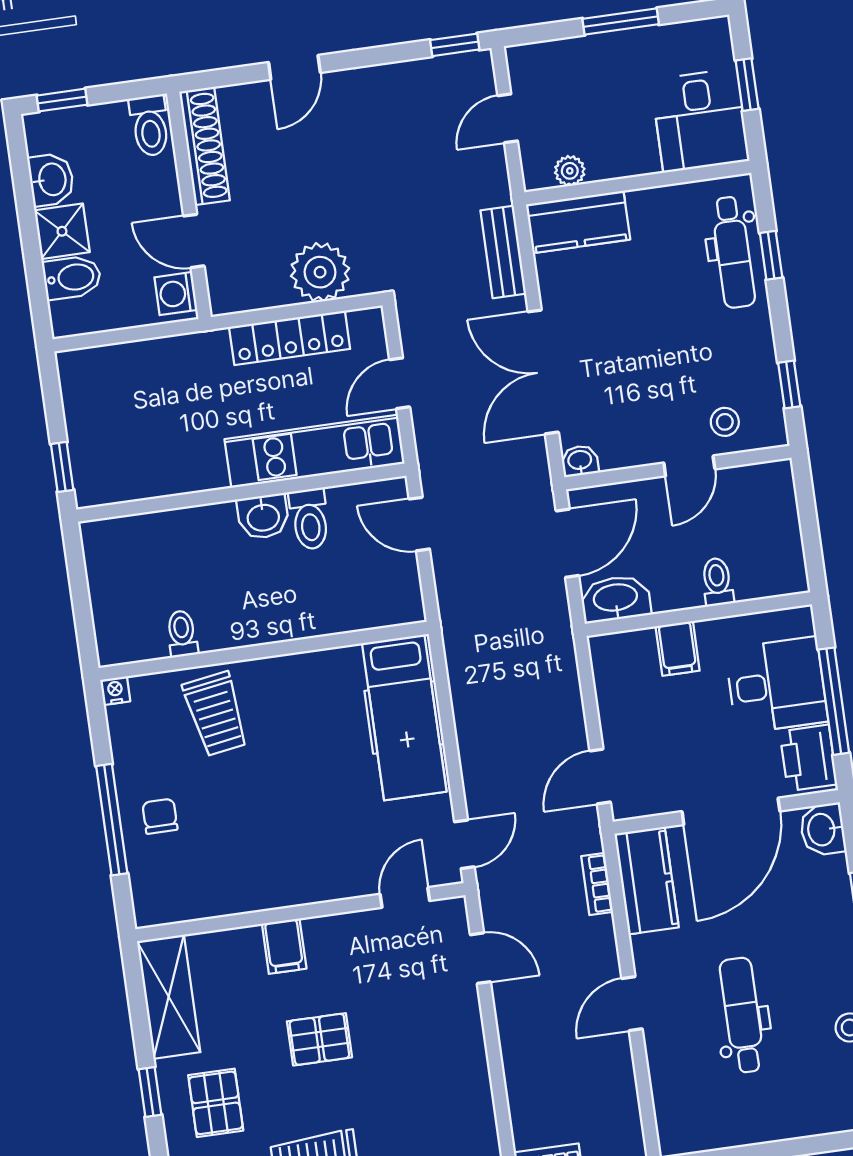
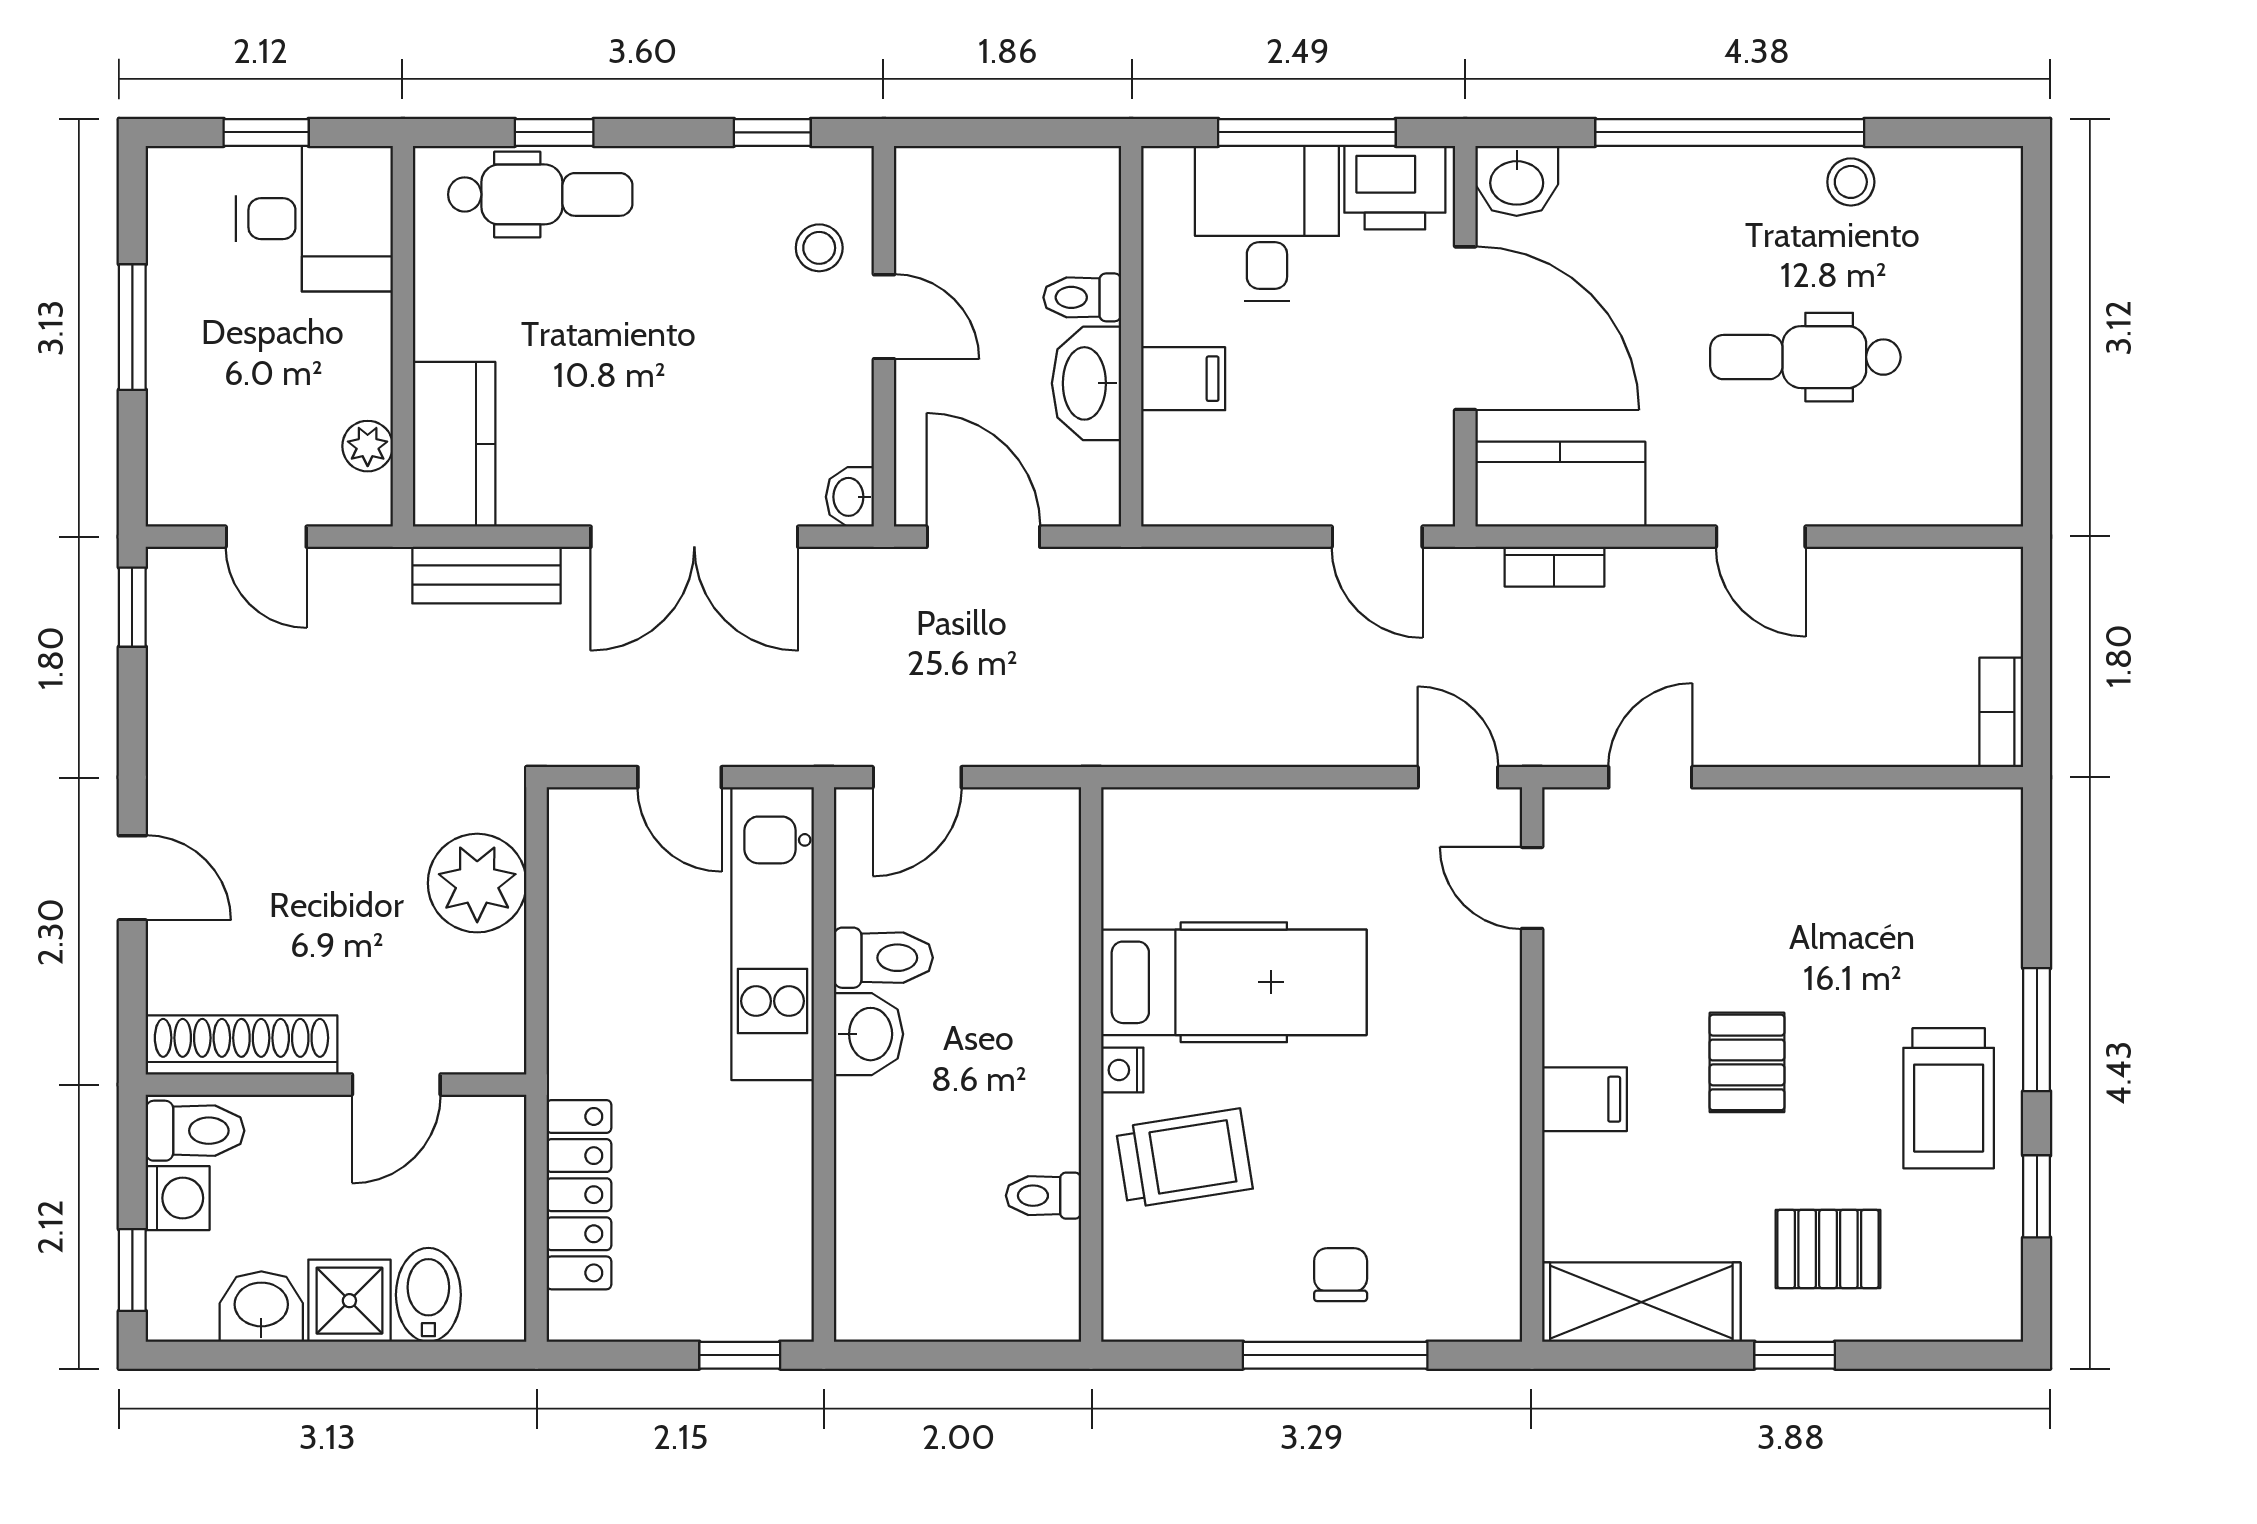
washing machine: (176, 294) -> (178, 1198), moved, turned -90
locker: (290, 338) -> (579, 1195), moved
washbasin: (615, 599) -> (1086, 383), moved
nightstand: (115, 691) -> (1122, 1070), moved
hospital bed: (404, 717) -> (1234, 982), moved
chair: (160, 816) -> (1341, 1275), turned 90

